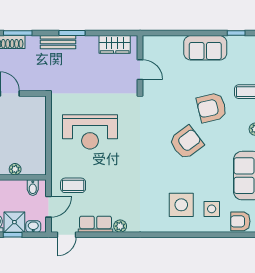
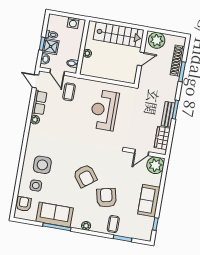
bench: (58, 42) -> (168, 114), moved
plant: (154, 47) -> (155, 165), added

